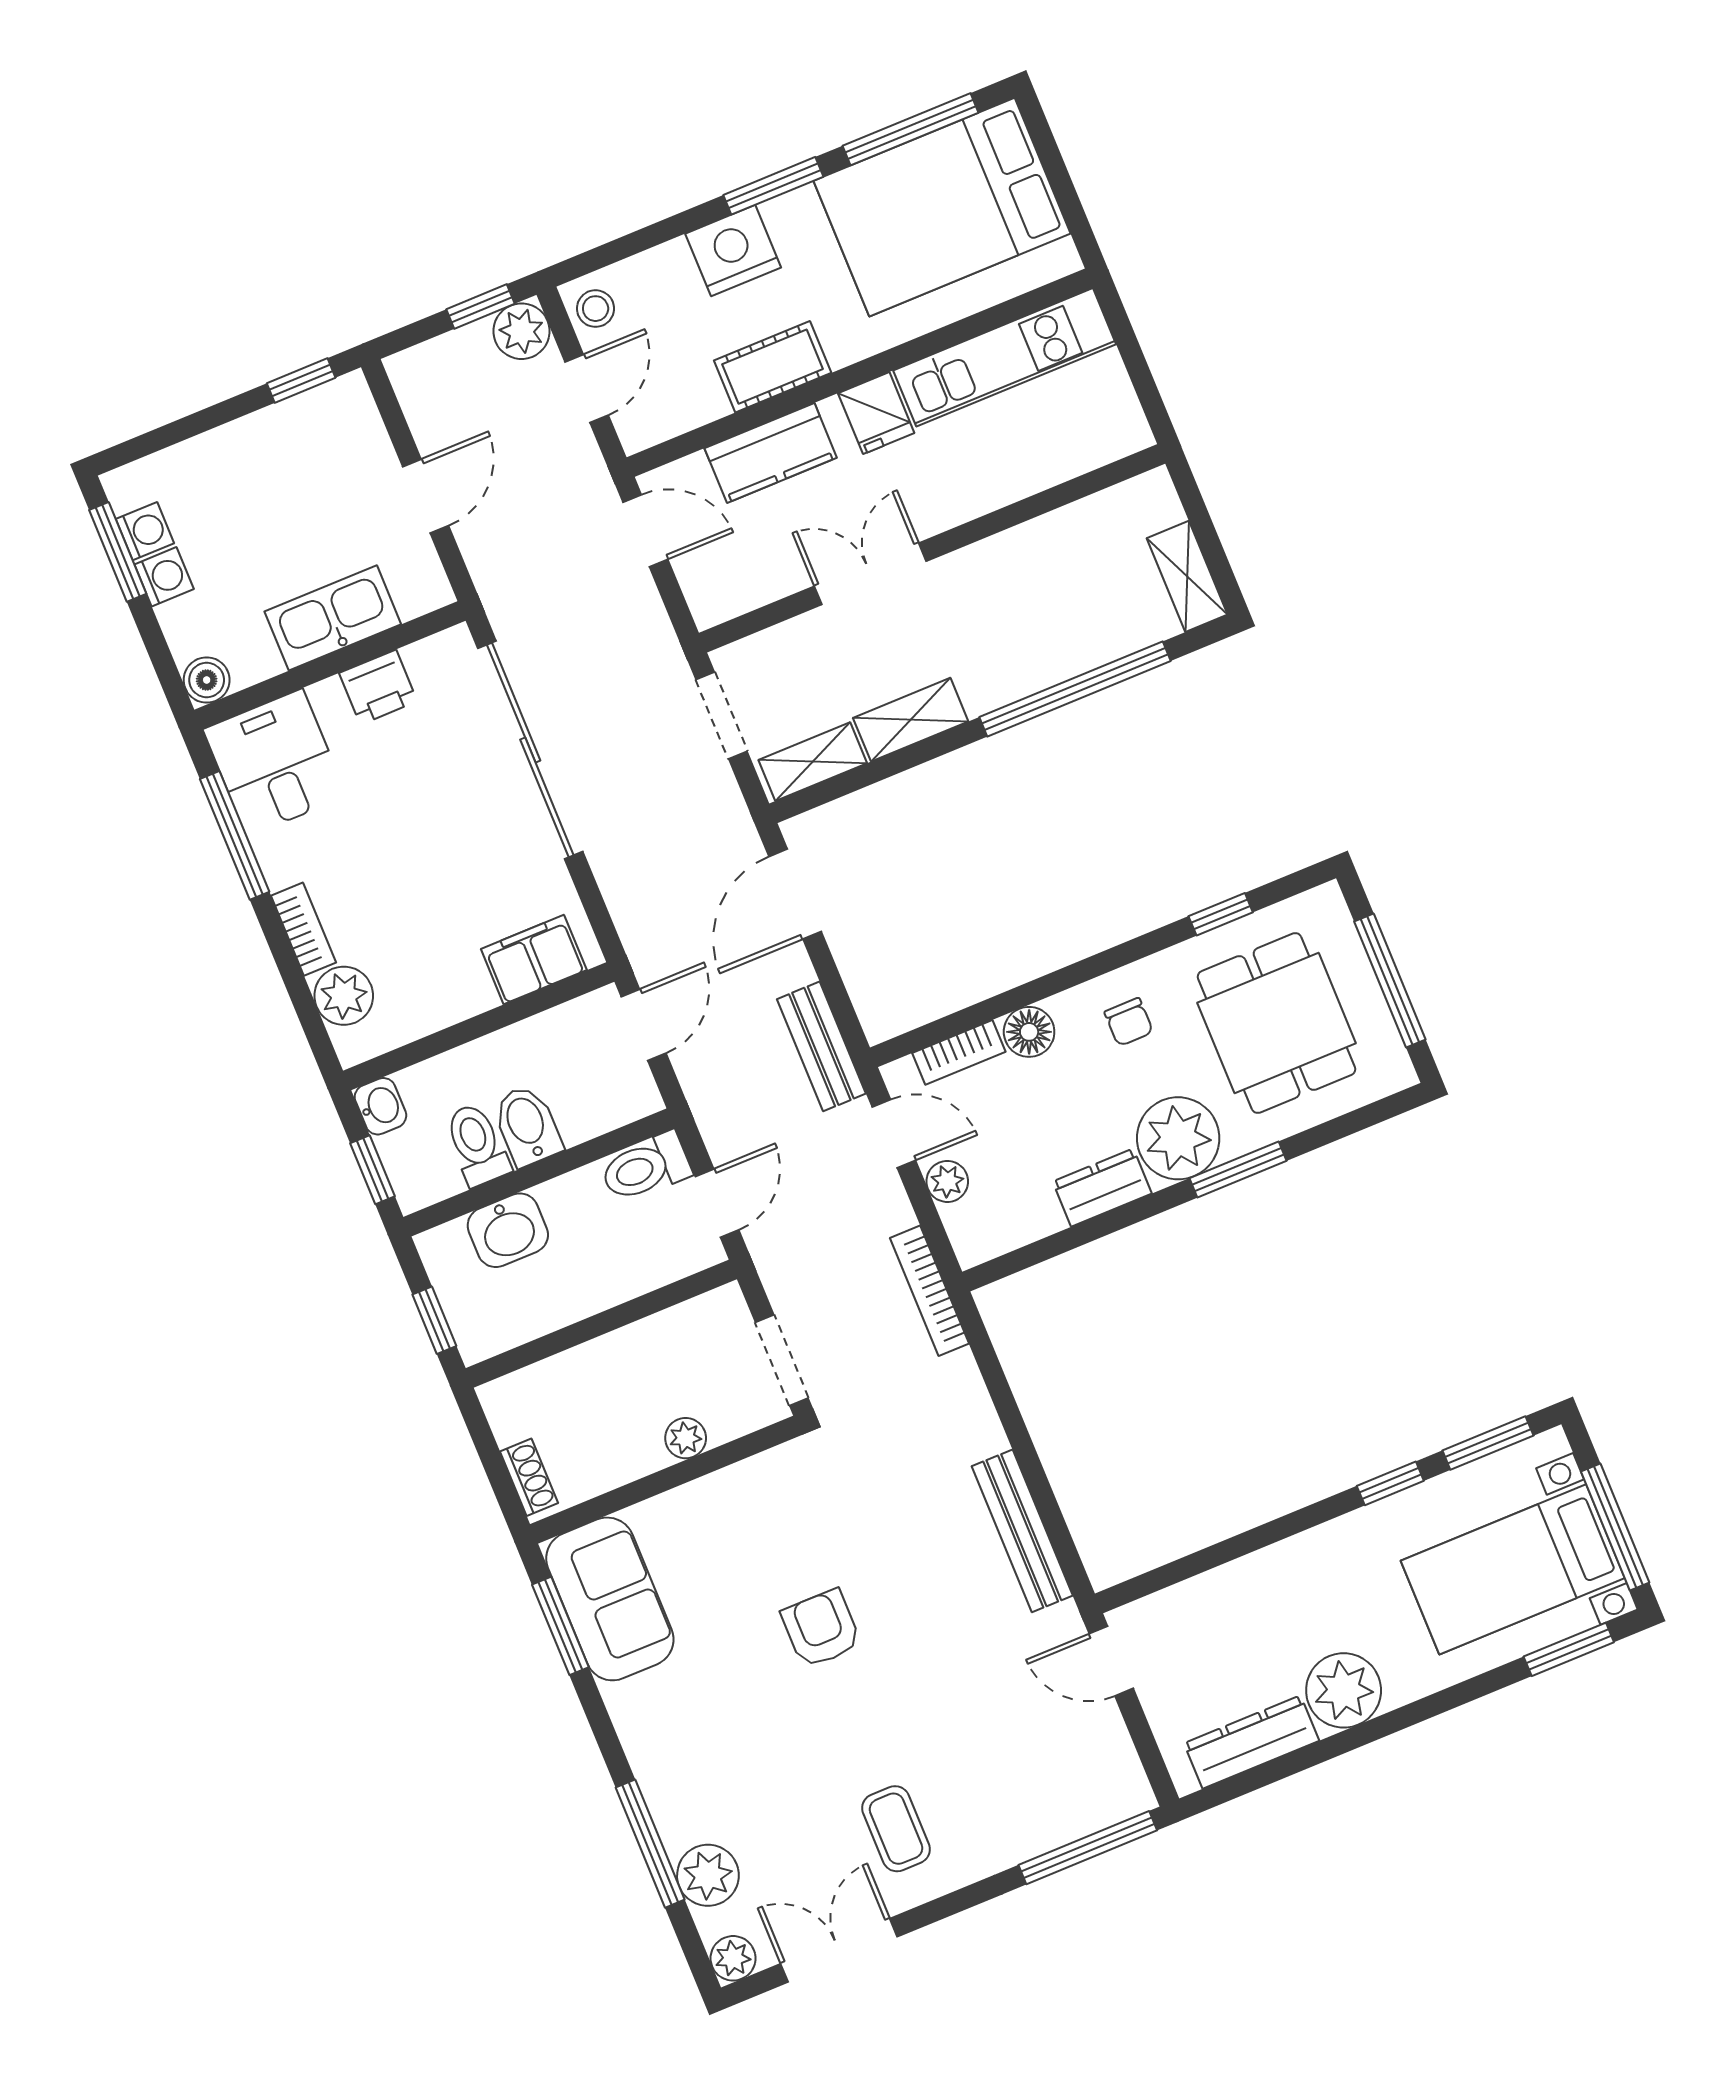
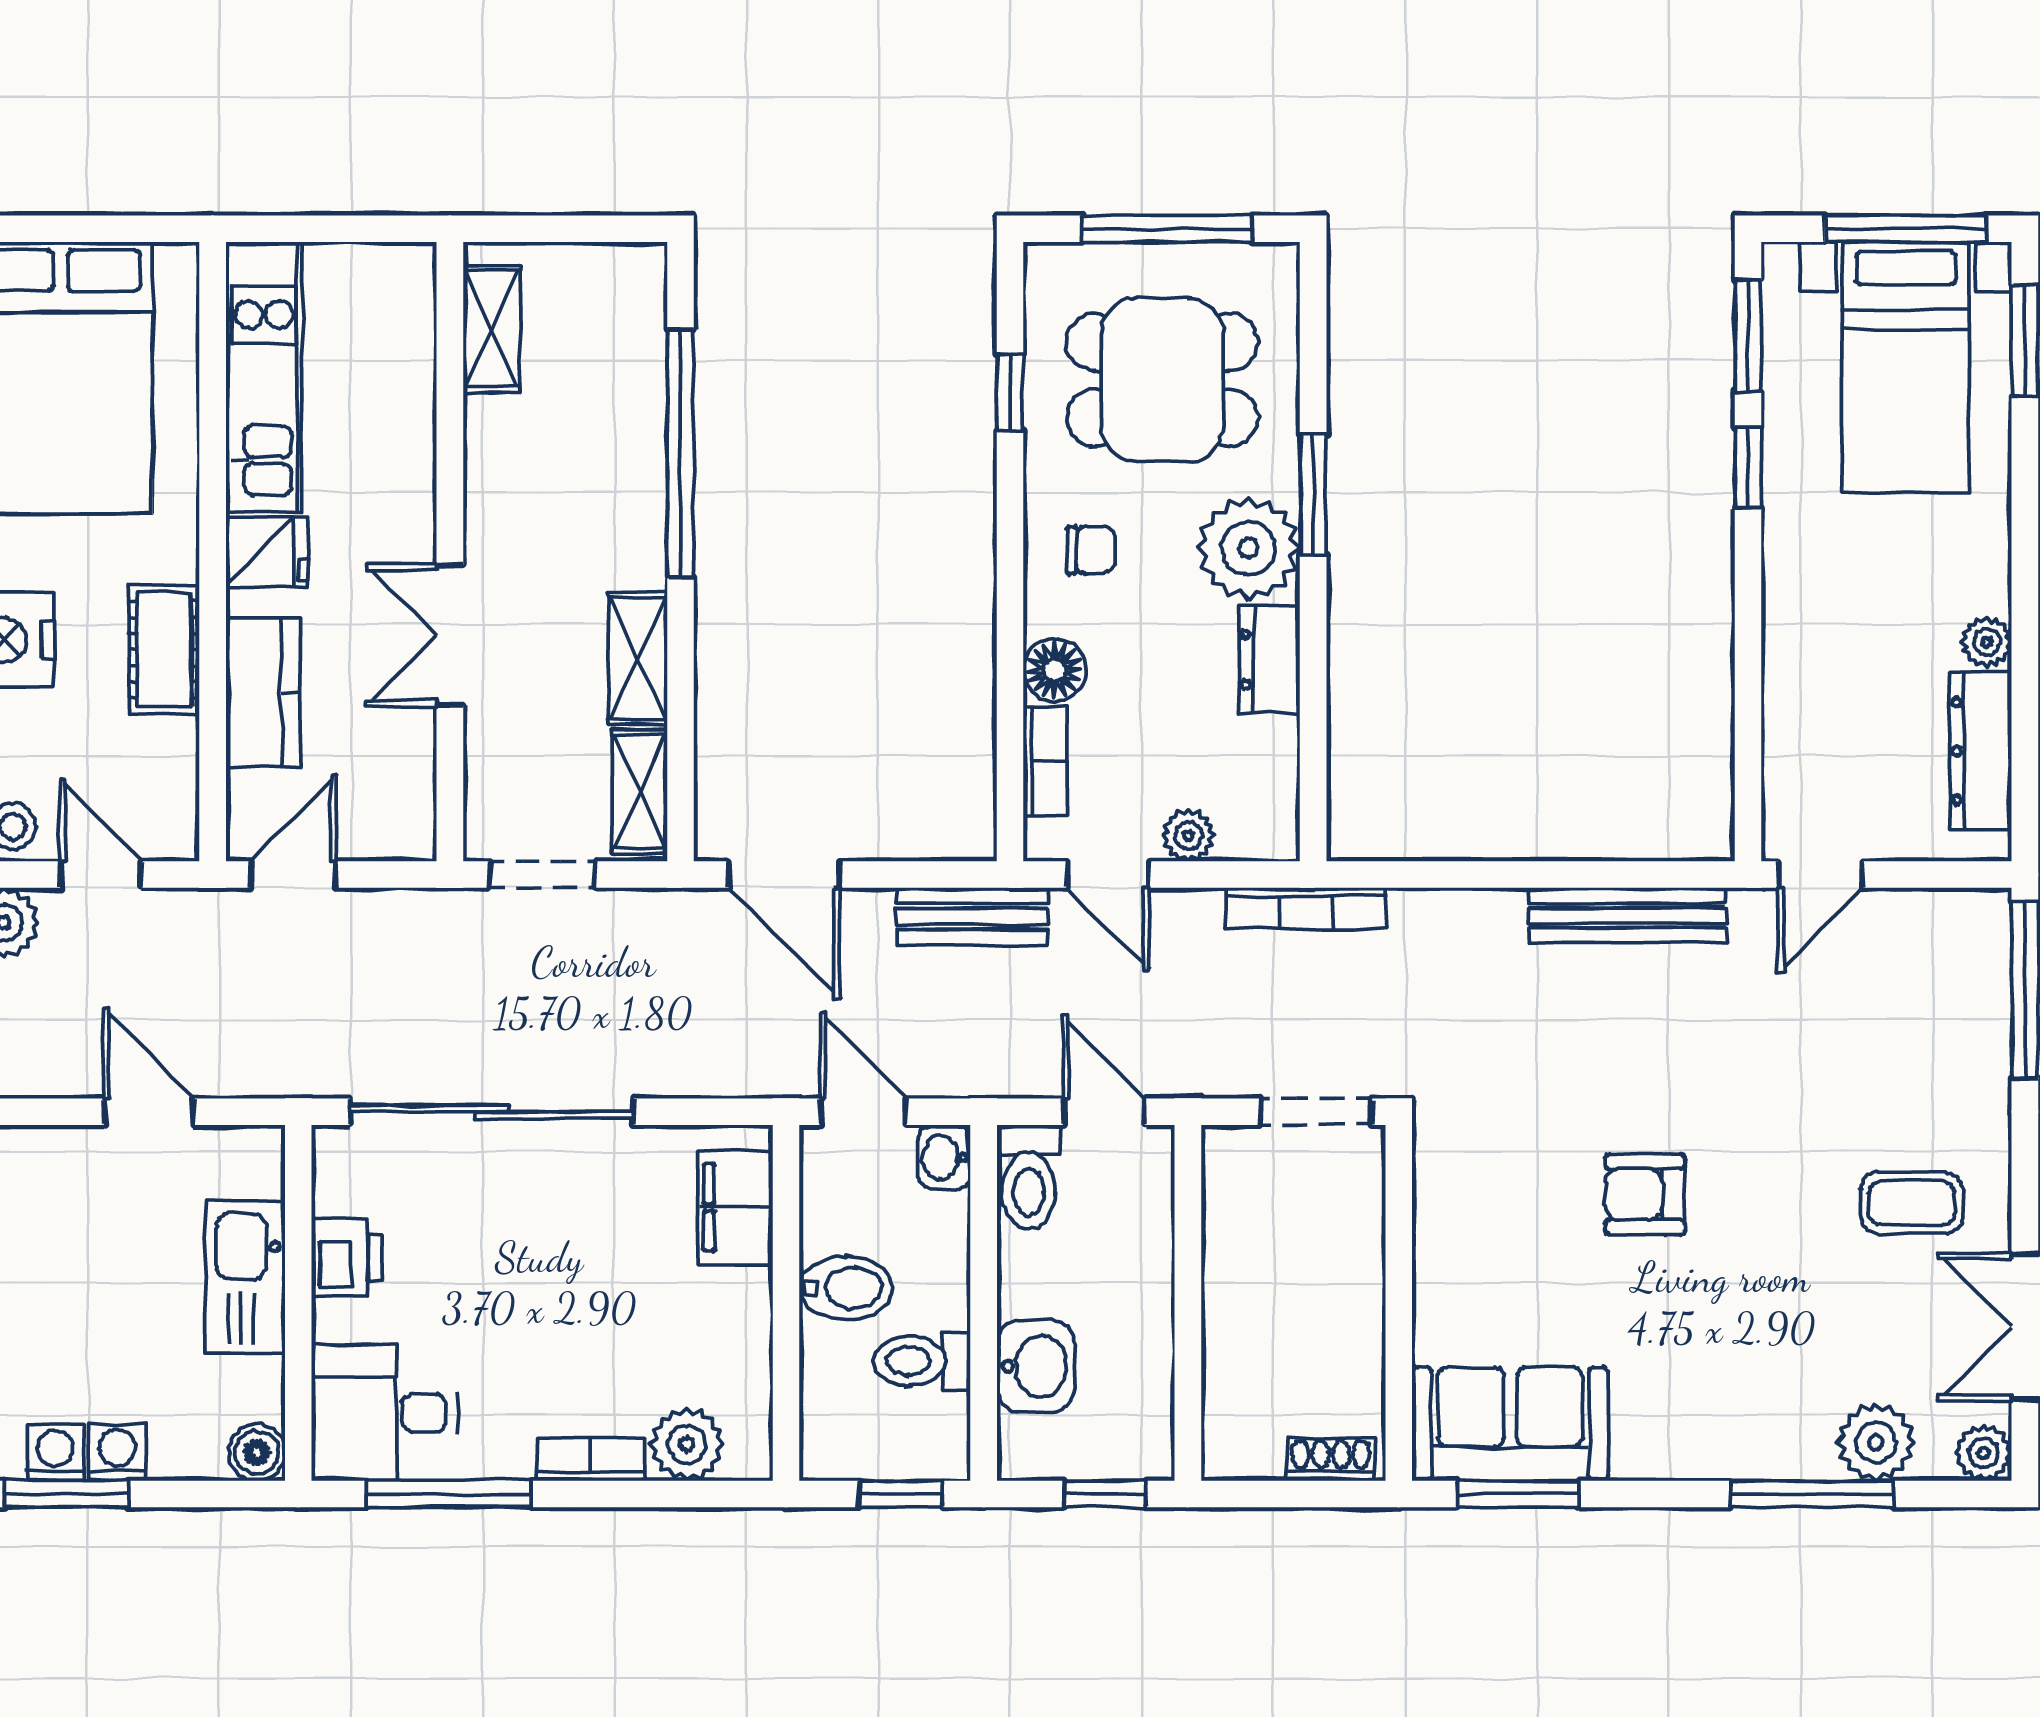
shelving: (1187, 576) -> (492, 329), moved, turned 90
washbasin: (380, 1106) -> (944, 1158), moved, turned -90
bidet: (527, 1126) -> (846, 1288), moved, turned 180
door: (894, 1134) -> (1108, 875), swing flipped
plant: (686, 1438) -> (1360, 1260), removed
plant: (1344, 1690) -> (1987, 642), width x0.53, depth x0.53

